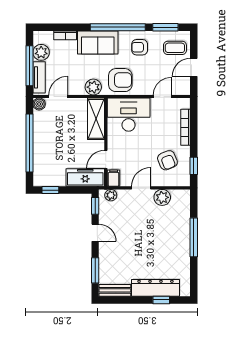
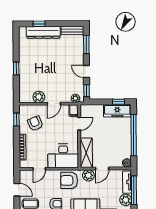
door: (194, 67) -> (17, 190), hinge flipped
door: (58, 96) -> (102, 169), moved
freezer: (85, 178) -> (117, 111), moved
window: (194, 237) -> (16, 69), width x0.46

